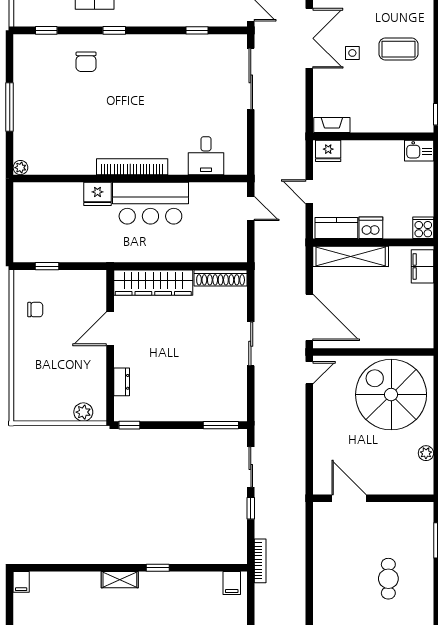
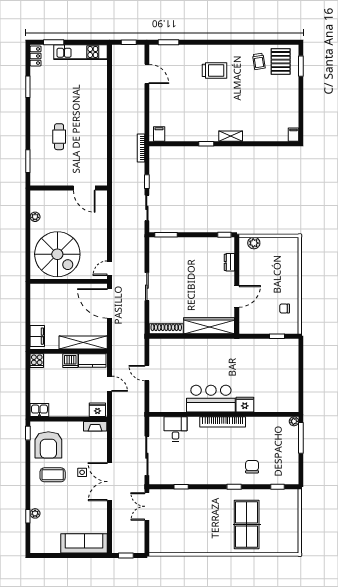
armchair: (405, 96) -> (48, 445), added
desk: (206, 156) -> (176, 429), moved
bookcase: (132, 167) -> (223, 422), moved
plant: (20, 168) -> (294, 421), moved
wall: (130, 178) -> (224, 414), moved
fridge: (97, 194) -> (245, 405), moved
bar counter: (150, 203) -> (211, 399), moved

